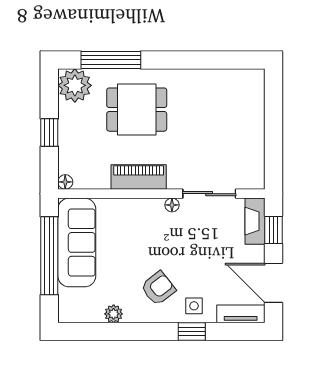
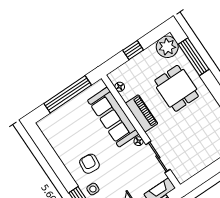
floor lamp: (65, 182) -> (120, 87), moved
sofa: (77, 242) -> (113, 117), moved, turned 90
armchair: (158, 288) -> (89, 164), turned -136
plant: (114, 314) -> (60, 149), removed

